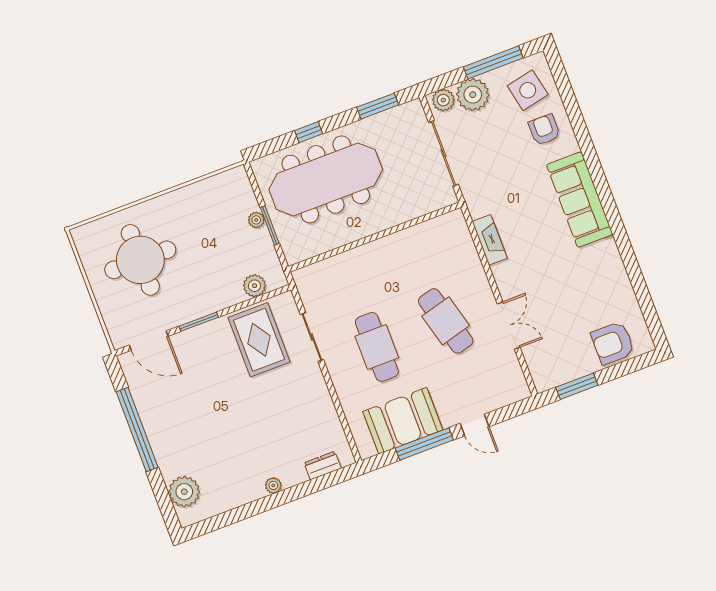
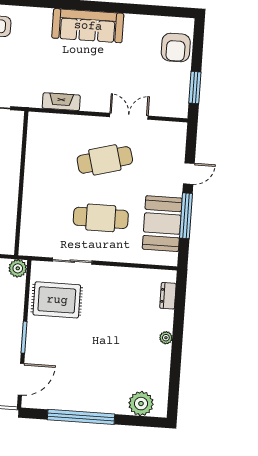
sofa: (580, 200) -> (88, 26), moved
plant: (255, 286) -> (18, 268), moved

